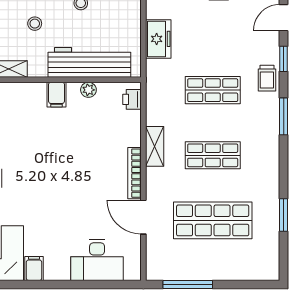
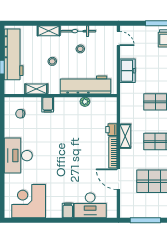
filing cabinet: (56, 95) -> (48, 105), moved
printer: (132, 99) -> (111, 130), moved
filing cabinet: (34, 268) -> (68, 210), moved

